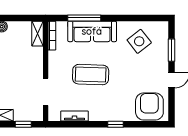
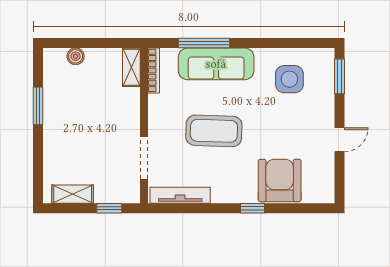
side table: (139, 41) -> (289, 79), turned 38
window: (171, 50) -> (340, 76), moved
armchair: (149, 107) -> (280, 180), moved
tv unit: (75, 116) -> (180, 195), width x1.41

